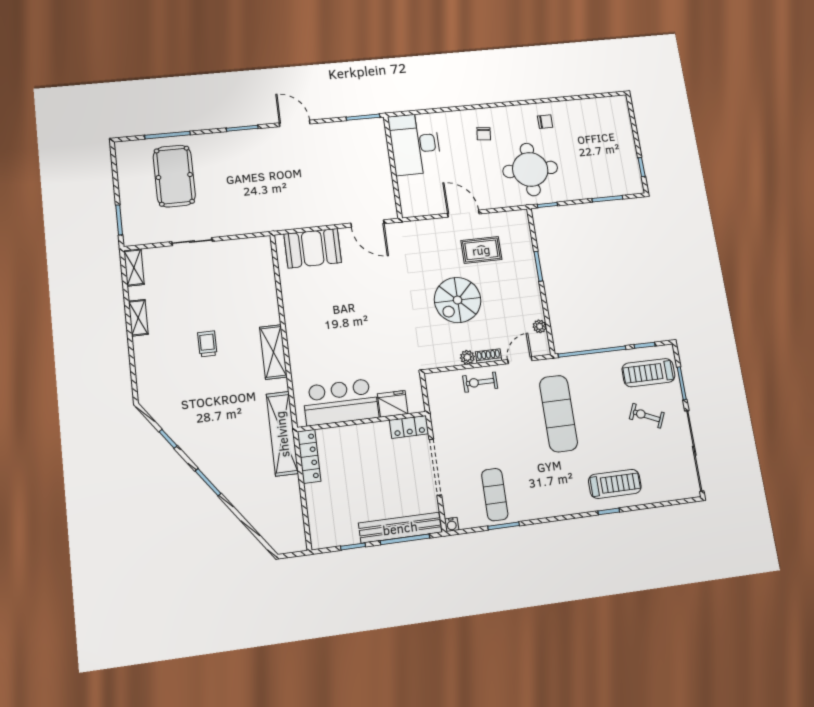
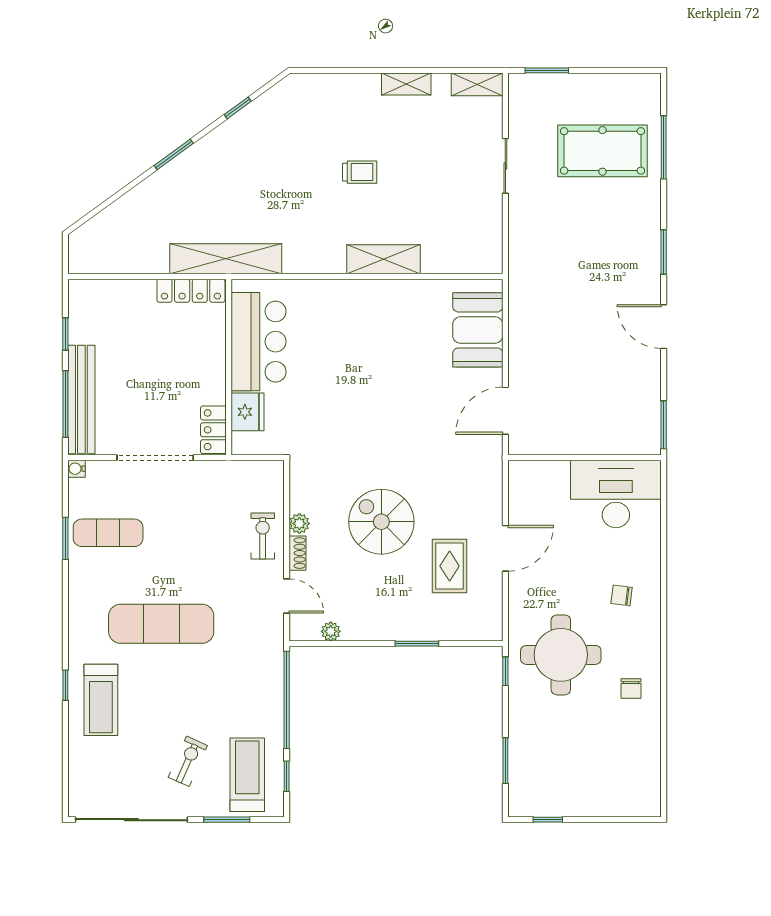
door: (295, 123) -> (664, 327), swing flipped
shelving: (273, 352) -> (384, 259), moved
exercise mat: (559, 414) -> (161, 624), moved

